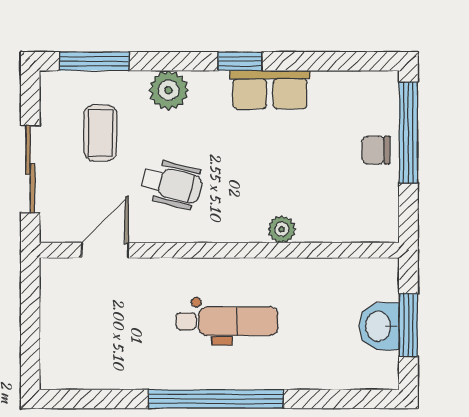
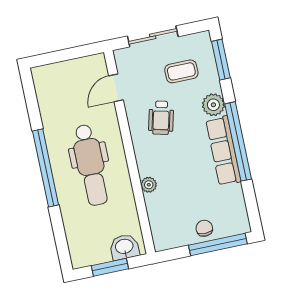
window: (240, 61) -> (238, 141), width x3.17
row of seats: (270, 90) -> (223, 151), width x1.48
door: (105, 250) -> (116, 88), swing flipped
dental chair: (227, 321) -> (91, 165), width x1.36, depth x1.38
washbasin: (379, 326) -> (124, 247), moved

